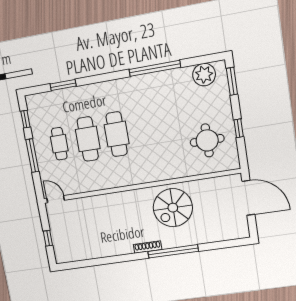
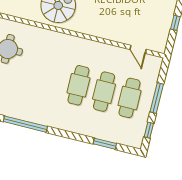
cafe table: (59, 144) -> (130, 98), width x1.37, depth x1.35
door: (56, 199) -> (138, 49), moved

